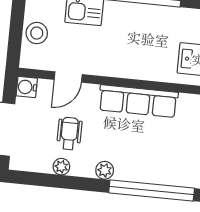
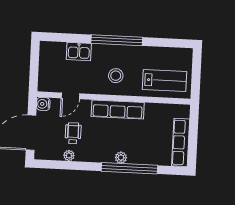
stool: (37, 33) -> (116, 76), moved
plant: (105, 170) -> (121, 158), moved

